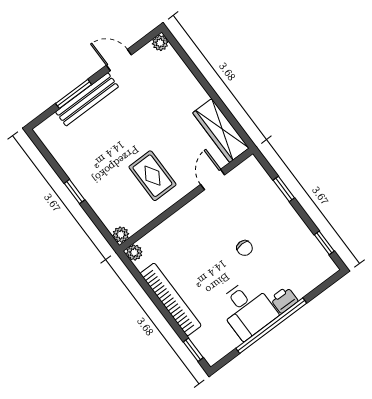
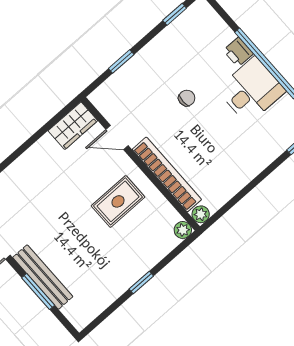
wardrobe: (221, 131) -> (73, 126), width x0.67
bookcase: (171, 299) -> (167, 174), moved, turned 90

